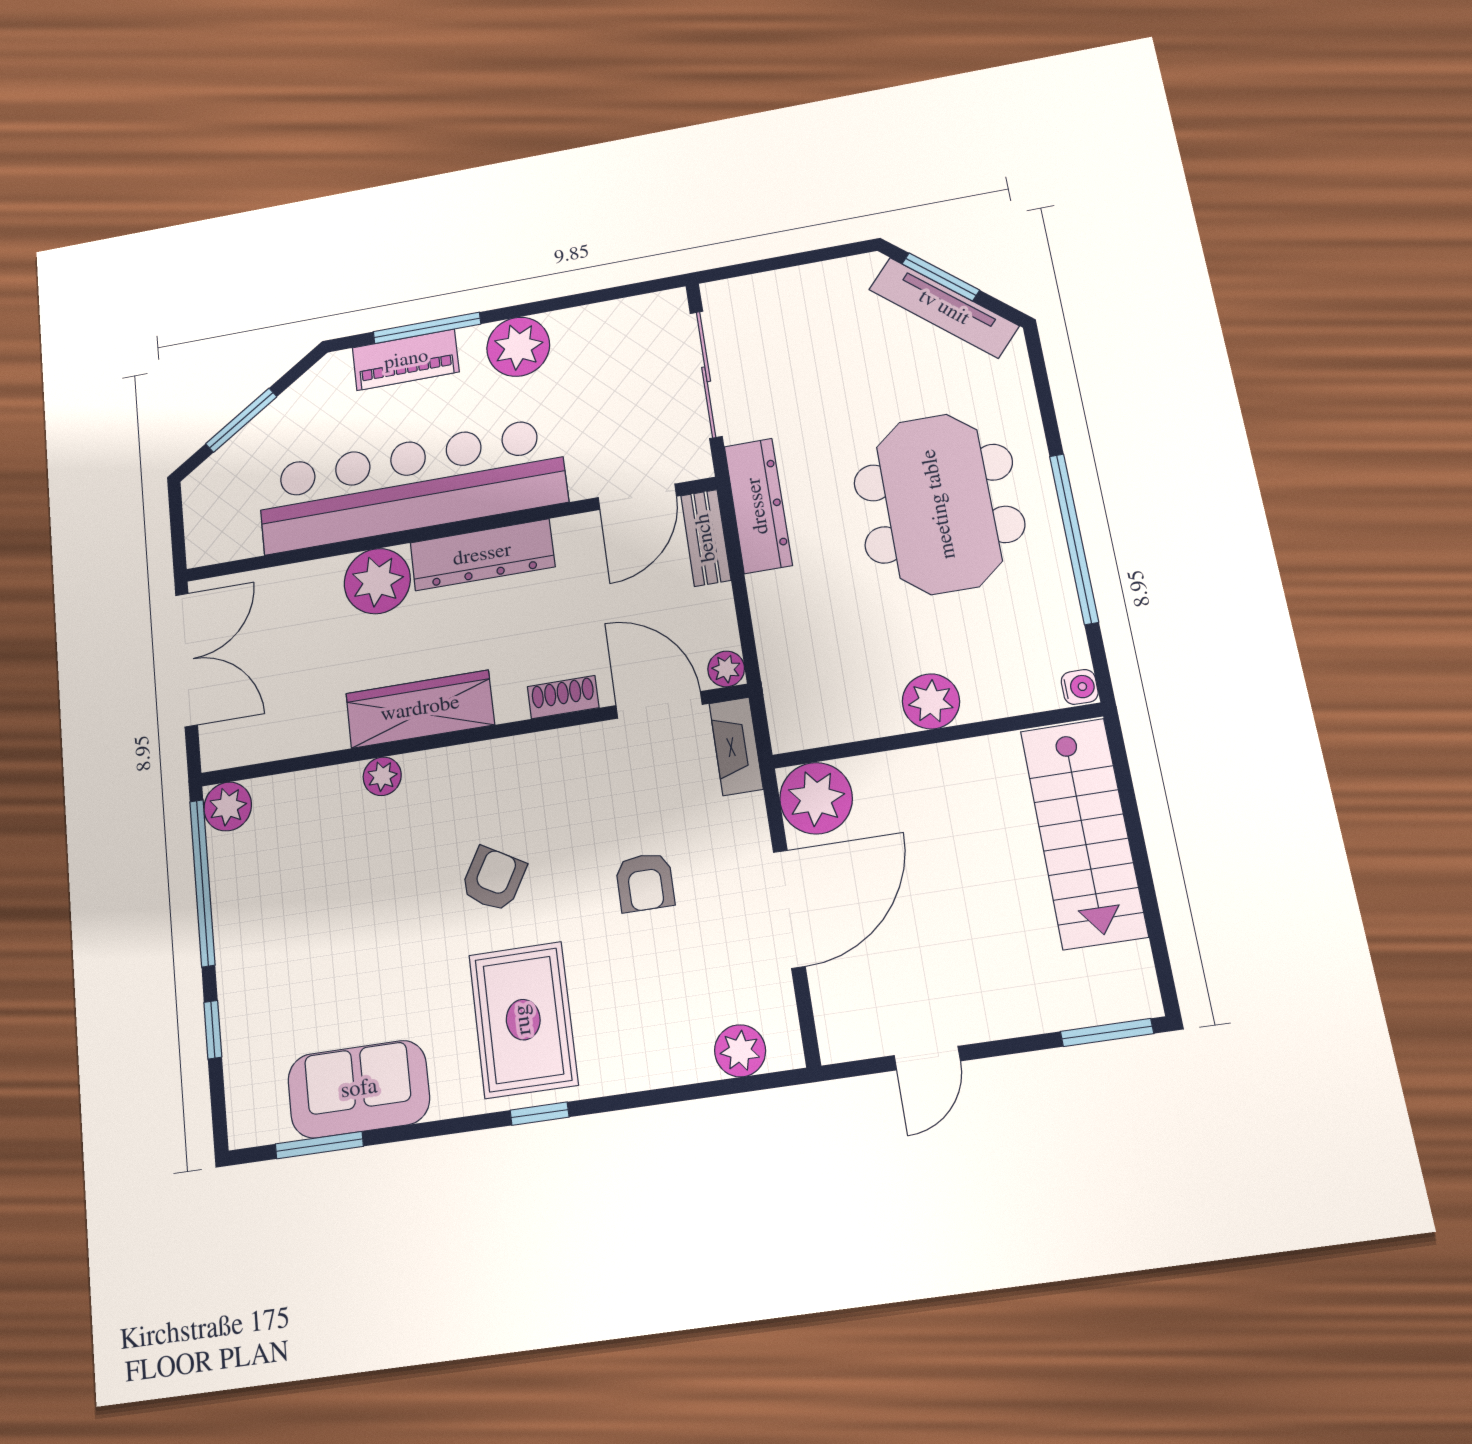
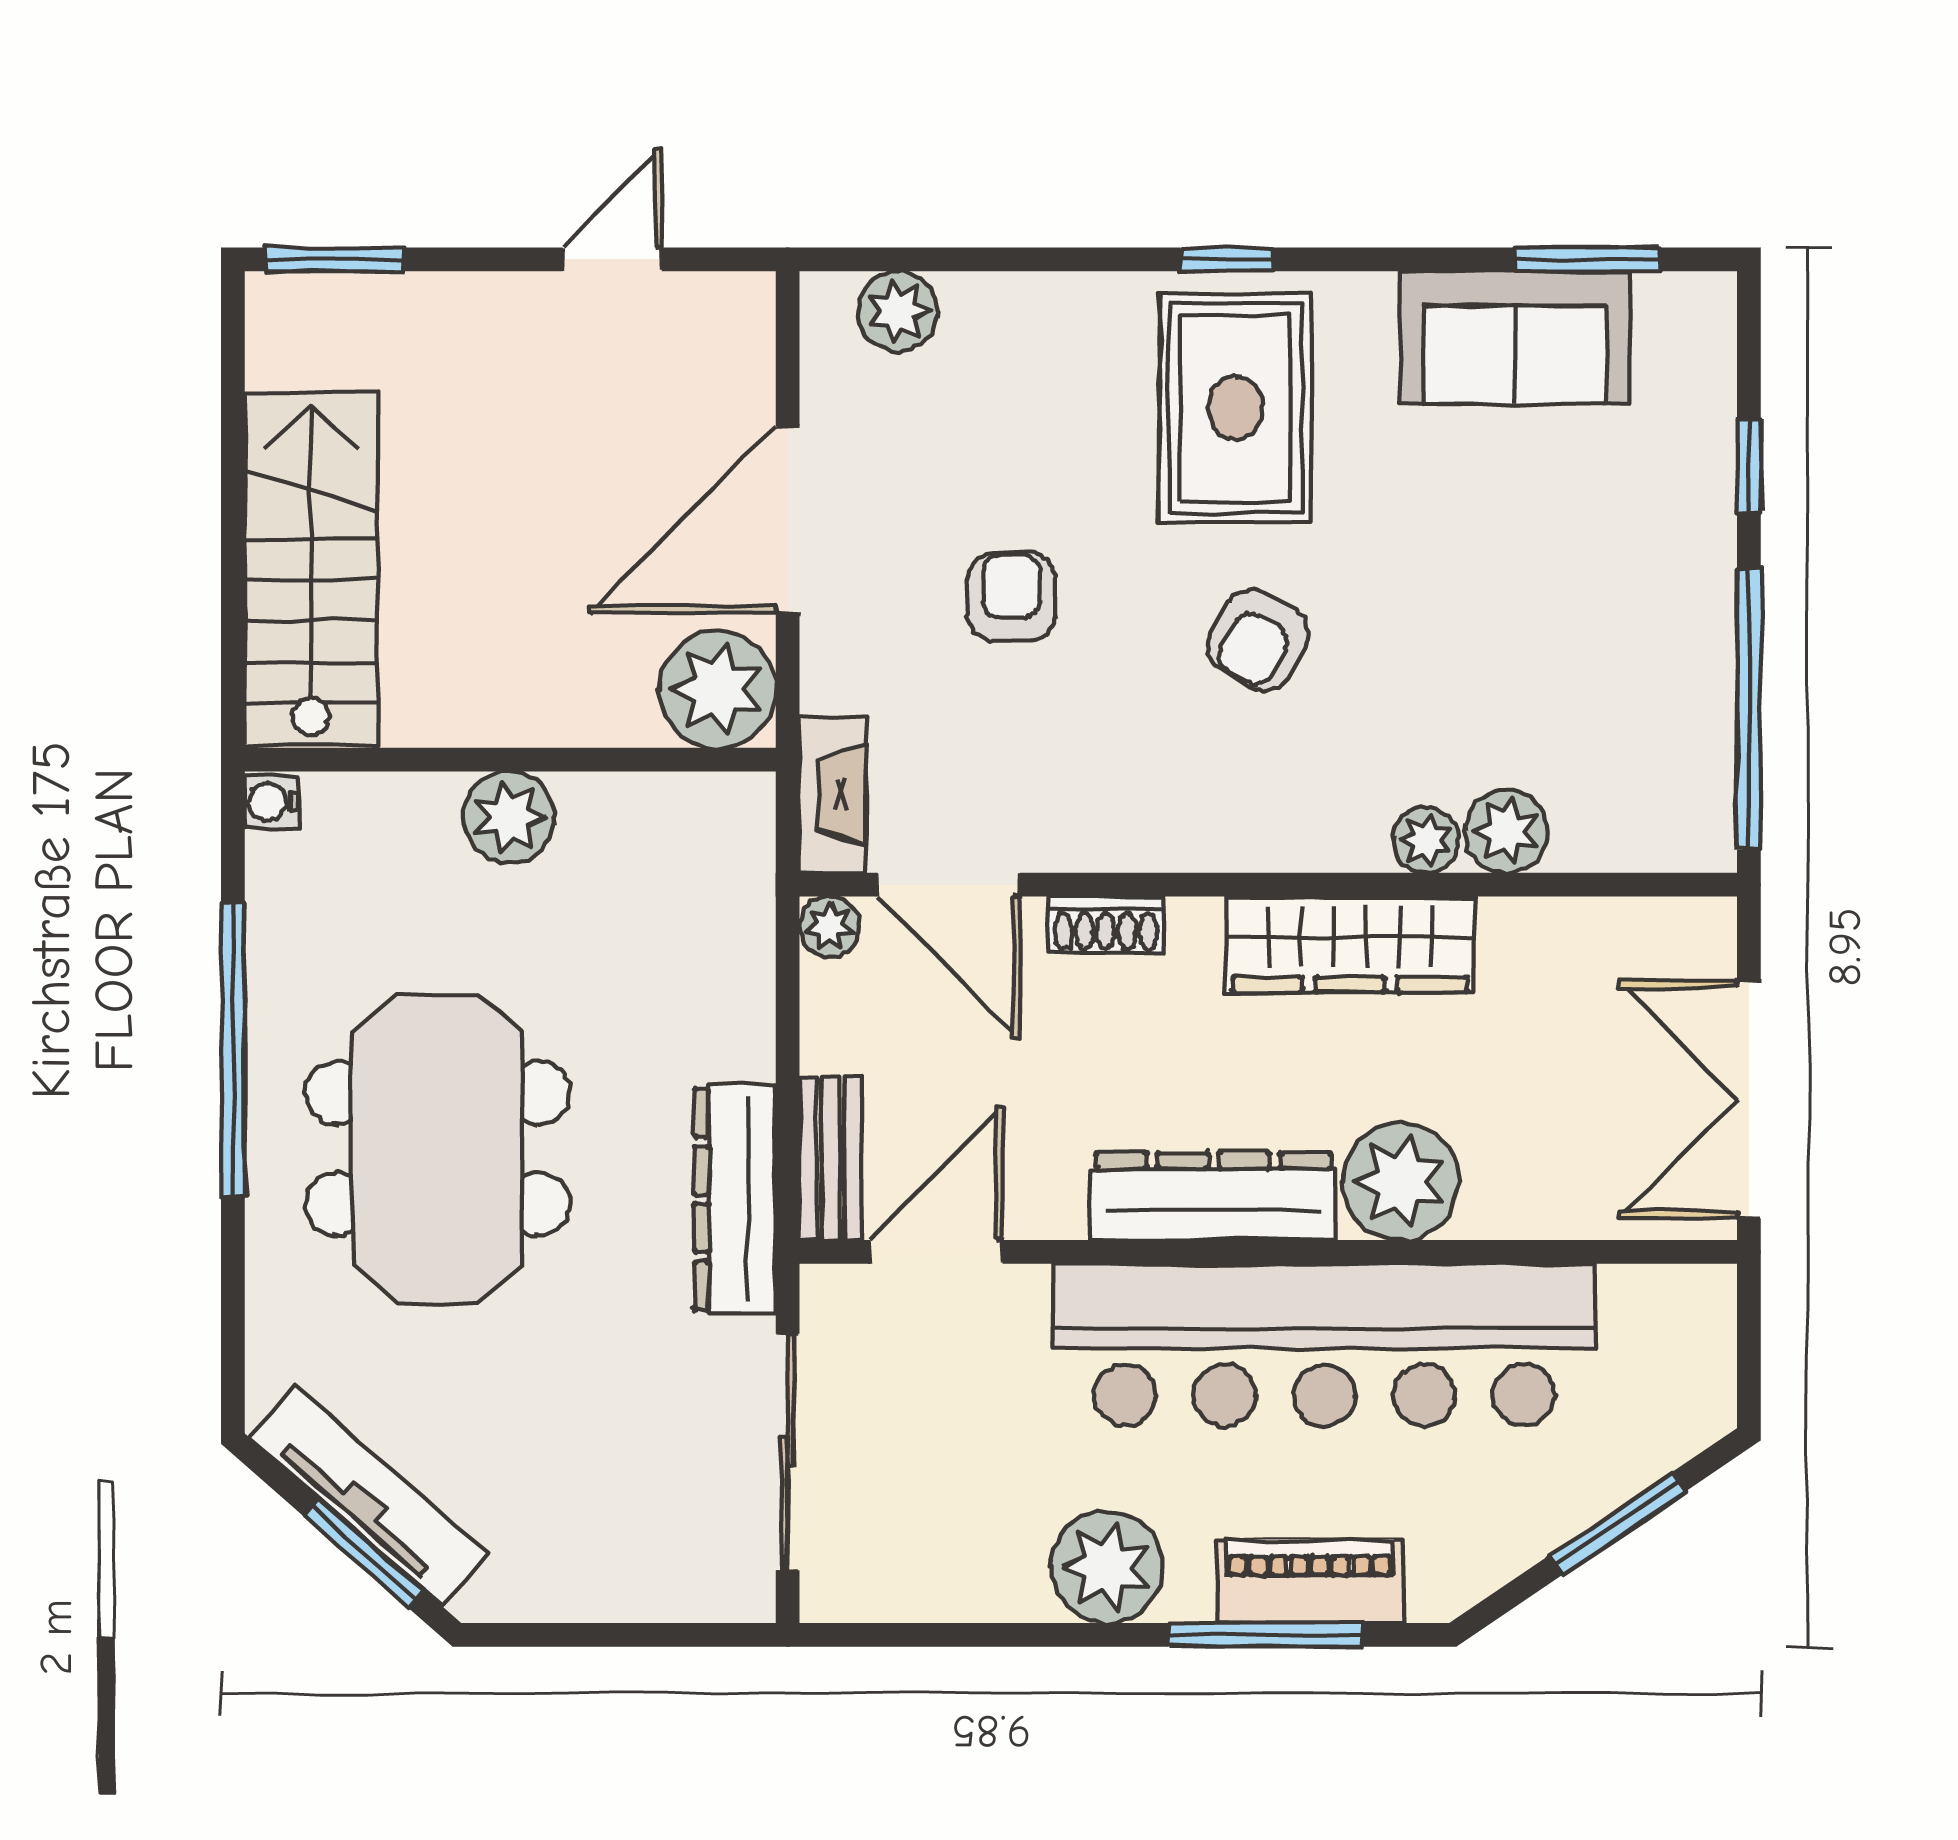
plant: (228, 806) -> (1506, 831), moved

